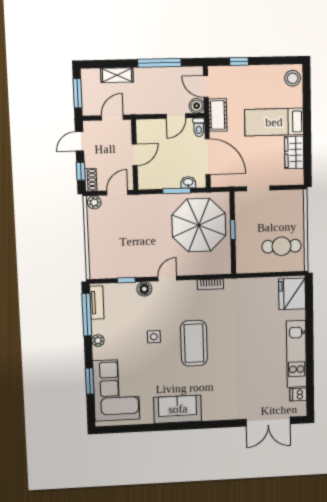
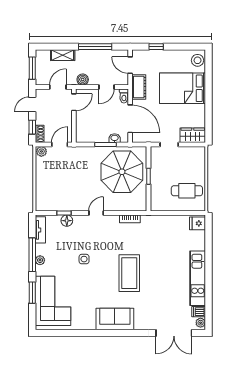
boiler: (197, 106) -> (83, 80), moved
bed: (274, 122) -> (183, 88), width x1.50
wardrobe: (294, 152) -> (193, 135), moved, turned 90
door: (135, 155) -> (74, 102), moved
floor lamp: (144, 289) -> (67, 221), moved
fridge: (292, 294) -> (198, 223), width x0.53, depth x0.75
window: (87, 315) -> (32, 255), moved
coffee table: (194, 343) -> (129, 273), moved
plant: (301, 408) -> (201, 323), added
sofa: (178, 409) -> (115, 319), moved

